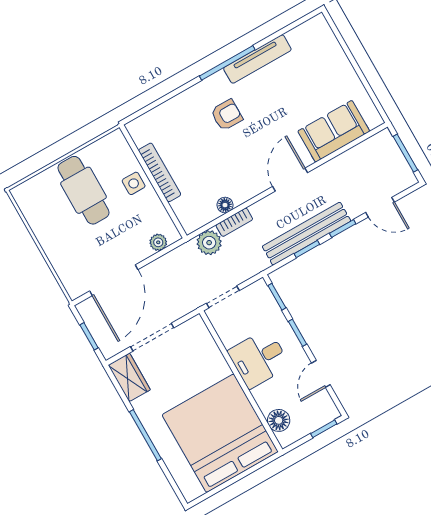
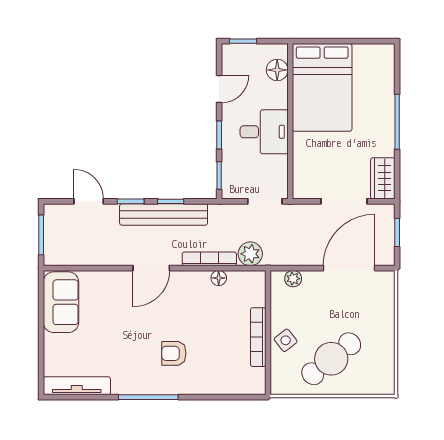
tv unit: (257, 59) -> (77, 386), moved
sofa: (334, 131) -> (61, 302), moved, turned -90
side table: (134, 183) -> (286, 340), turned -38
cafe table: (83, 190) -> (331, 359), turned 51
bookcase: (234, 222) -> (209, 259), width x1.56
bed: (220, 433) -> (322, 87), width x0.73

